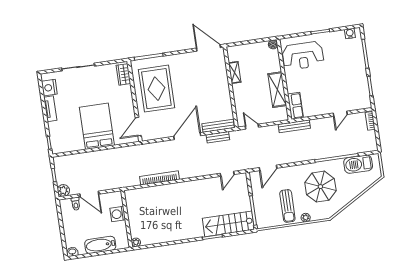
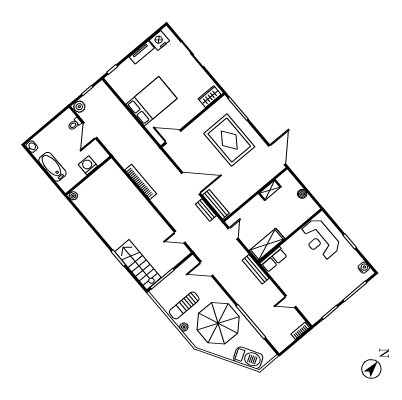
boiler: (273, 44) -> (302, 194), moved
rug: (156, 89) -> (229, 140), moved, turned 90
shelving: (277, 90) -> (267, 245), moved
barbecue: (358, 164) -> (248, 358), moved, turned 150
parasol: (320, 187) -> (218, 323), width x1.36, depth x1.36

